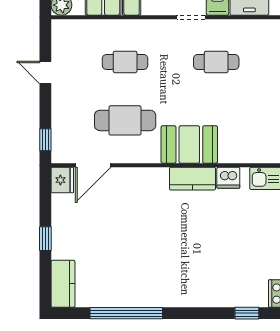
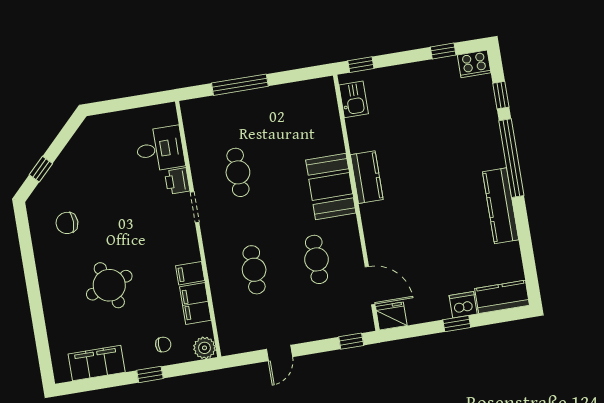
cafe table: (125, 120) -> (317, 259), width x0.73, depth x0.74
dishwasher: (228, 178) -> (463, 305), moved, turned -90
kitchen counter: (146, 296) -> (501, 206), added
window: (126, 313) -> (511, 158), moved

